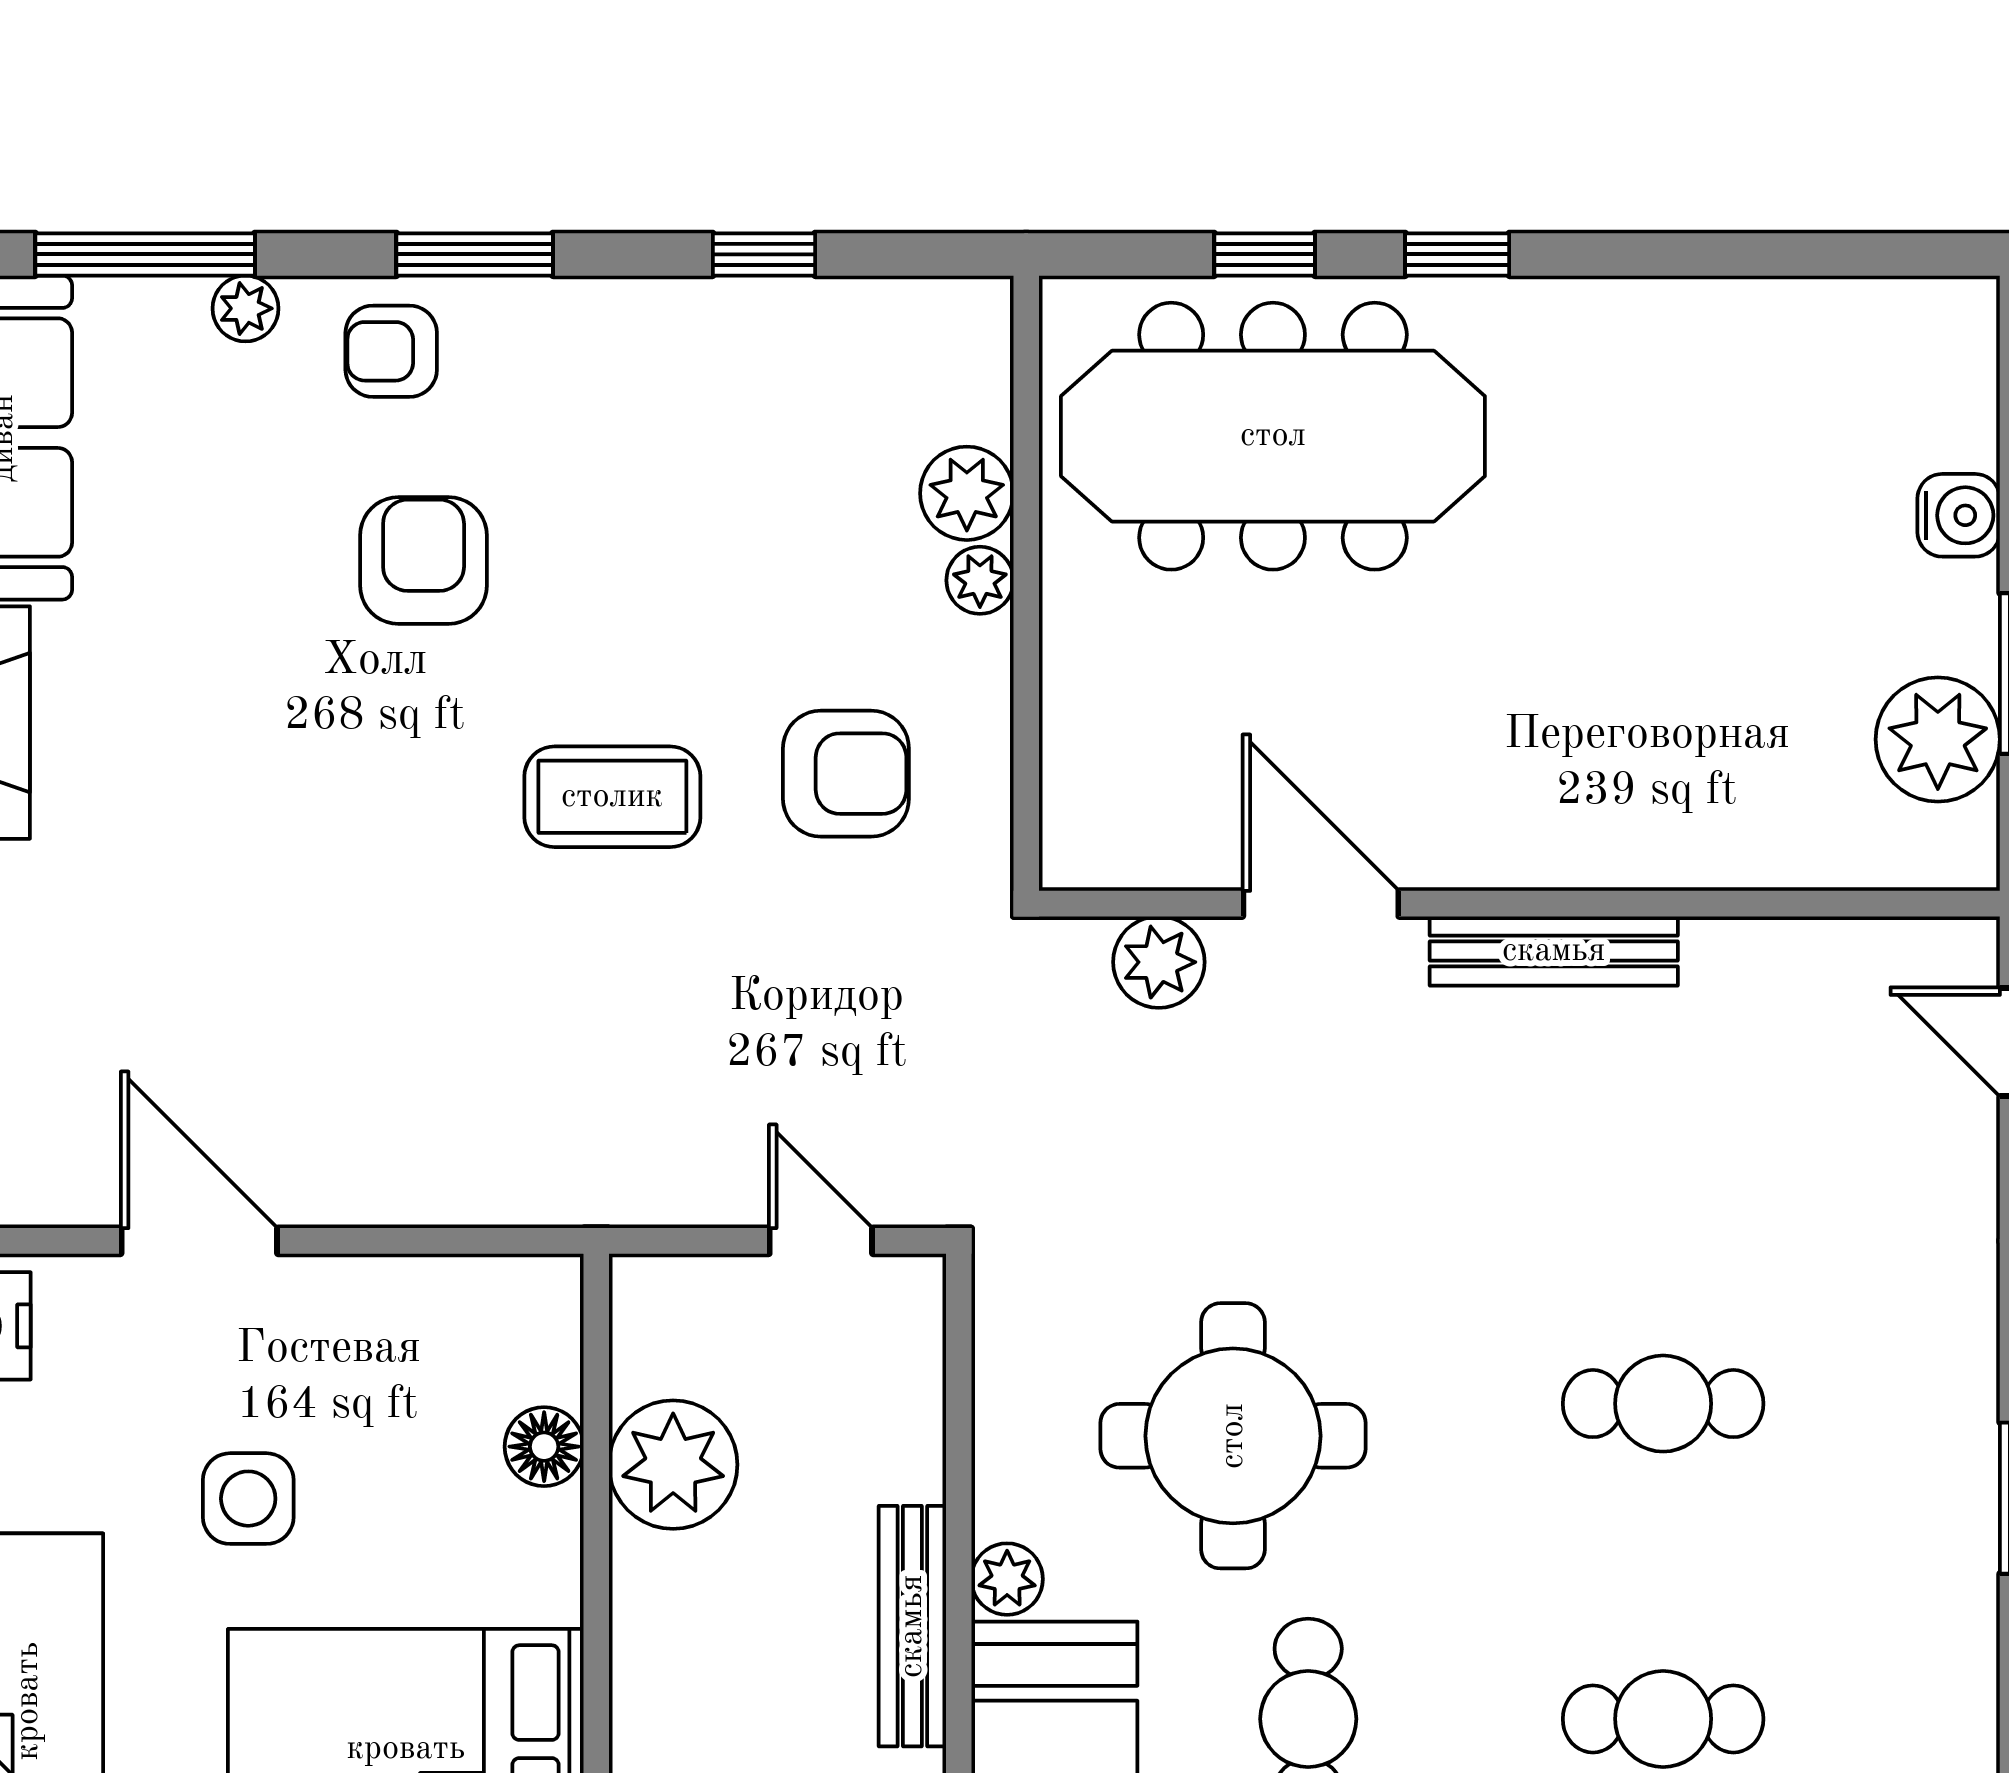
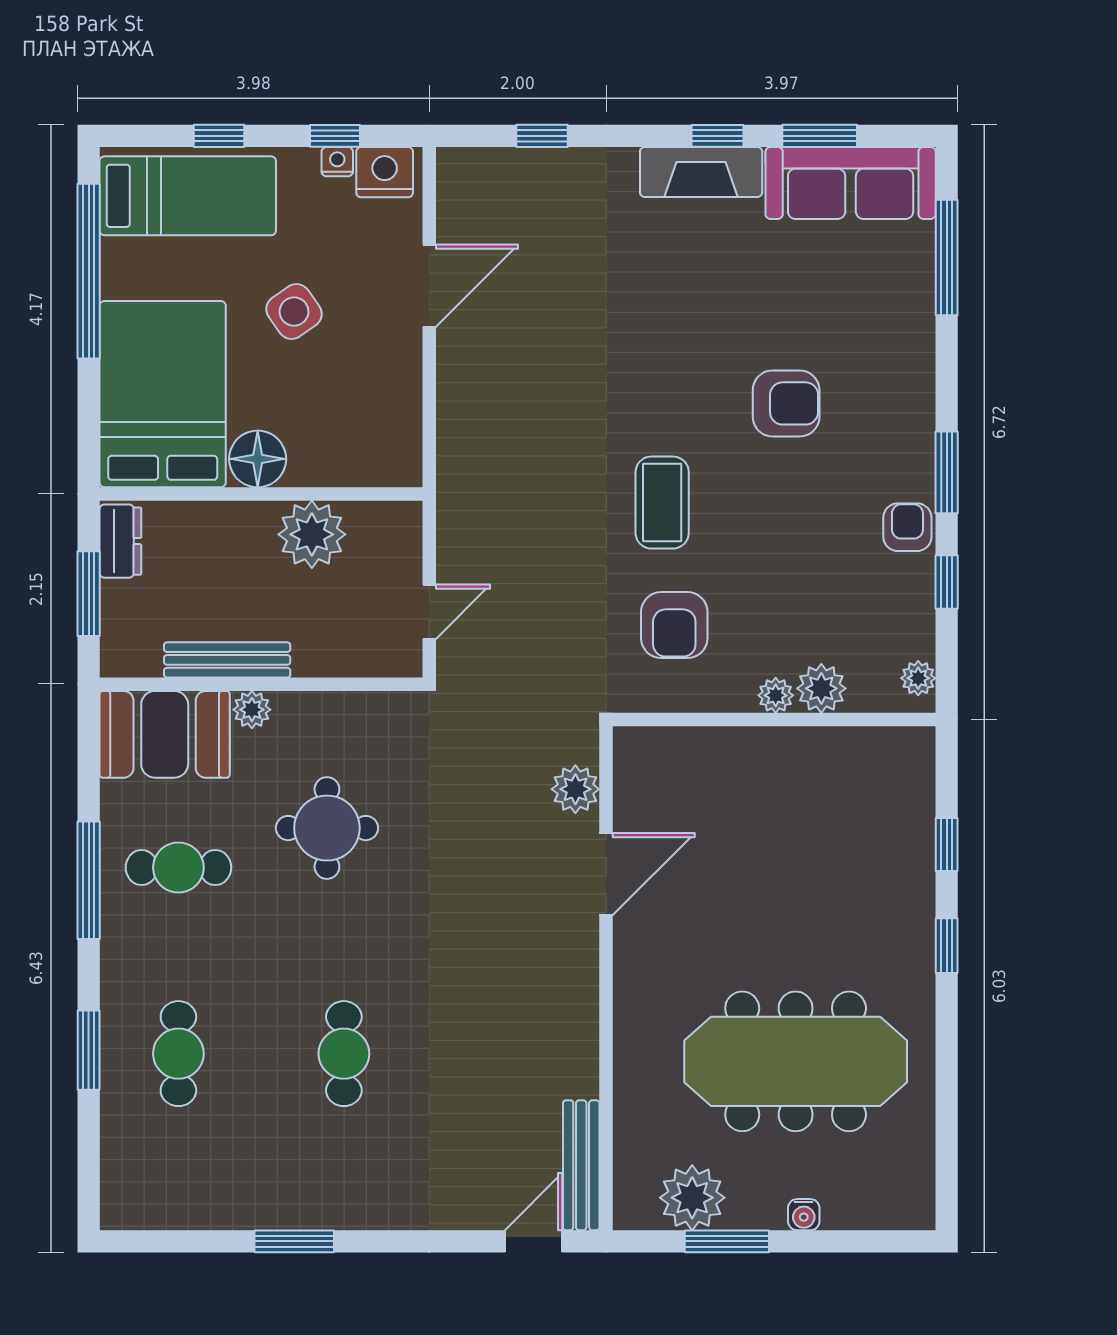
window: (475, 254) -> (947, 472), moved
plant: (246, 308) -> (918, 678), moved
armchair: (391, 351) -> (907, 527), moved
meeting table: (1273, 436) -> (796, 1061), moved, turned 90
water cooler: (1959, 515) -> (804, 1215), width x0.72, depth x0.72
bench: (1554, 951) -> (581, 1165), moved
round table: (1233, 1436) -> (327, 828), width x0.73, depth x0.73
floor lamp: (544, 1447) -> (258, 459), moved, width x1.38, depth x1.38
side table: (248, 1499) -> (294, 312), turned -35

